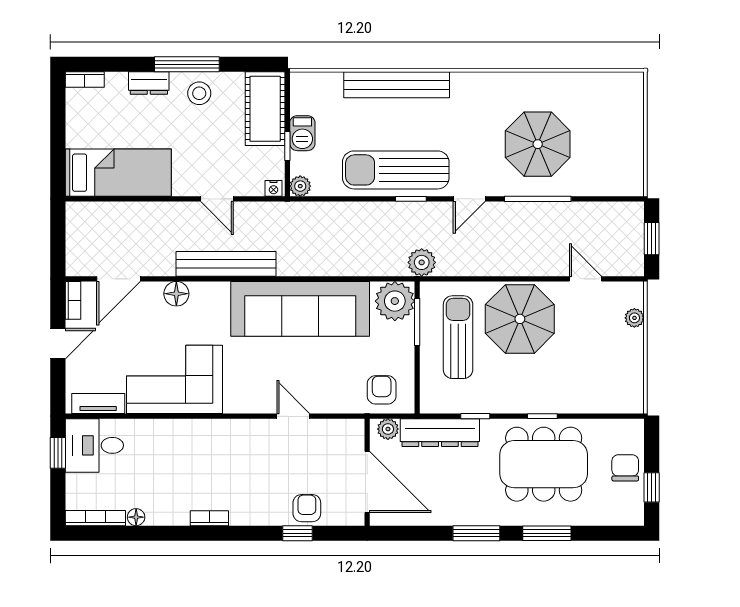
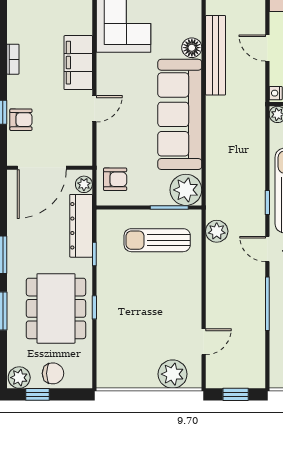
door: (217, 199) -> (267, 48), hinge flipped
plant: (422, 262) -> (217, 231), moved
floor lamp: (176, 294) -> (192, 48), moved
plant: (634, 318) -> (173, 374), width x1.88, depth x1.88
parasol: (520, 319) -> (172, 289), removed
sun lounger: (458, 337) -> (157, 240), turned 180
filing cabinet: (235, 436) -> (78, 63), added
plant: (630, 510) -> (19, 378), added
bookcase: (209, 518) -> (13, 59), moved

